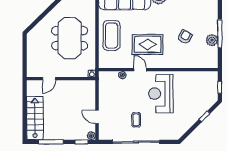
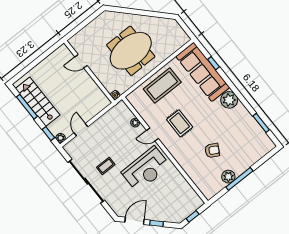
rug: (148, 44) -> (180, 123), width x0.73, depth x0.70
door: (140, 70) -> (152, 134), swing flipped
reception desk: (161, 94) -> (146, 169), turned 180
stairs: (35, 118) -> (38, 102), moved, turned -90
door: (191, 130) -> (135, 221), added

